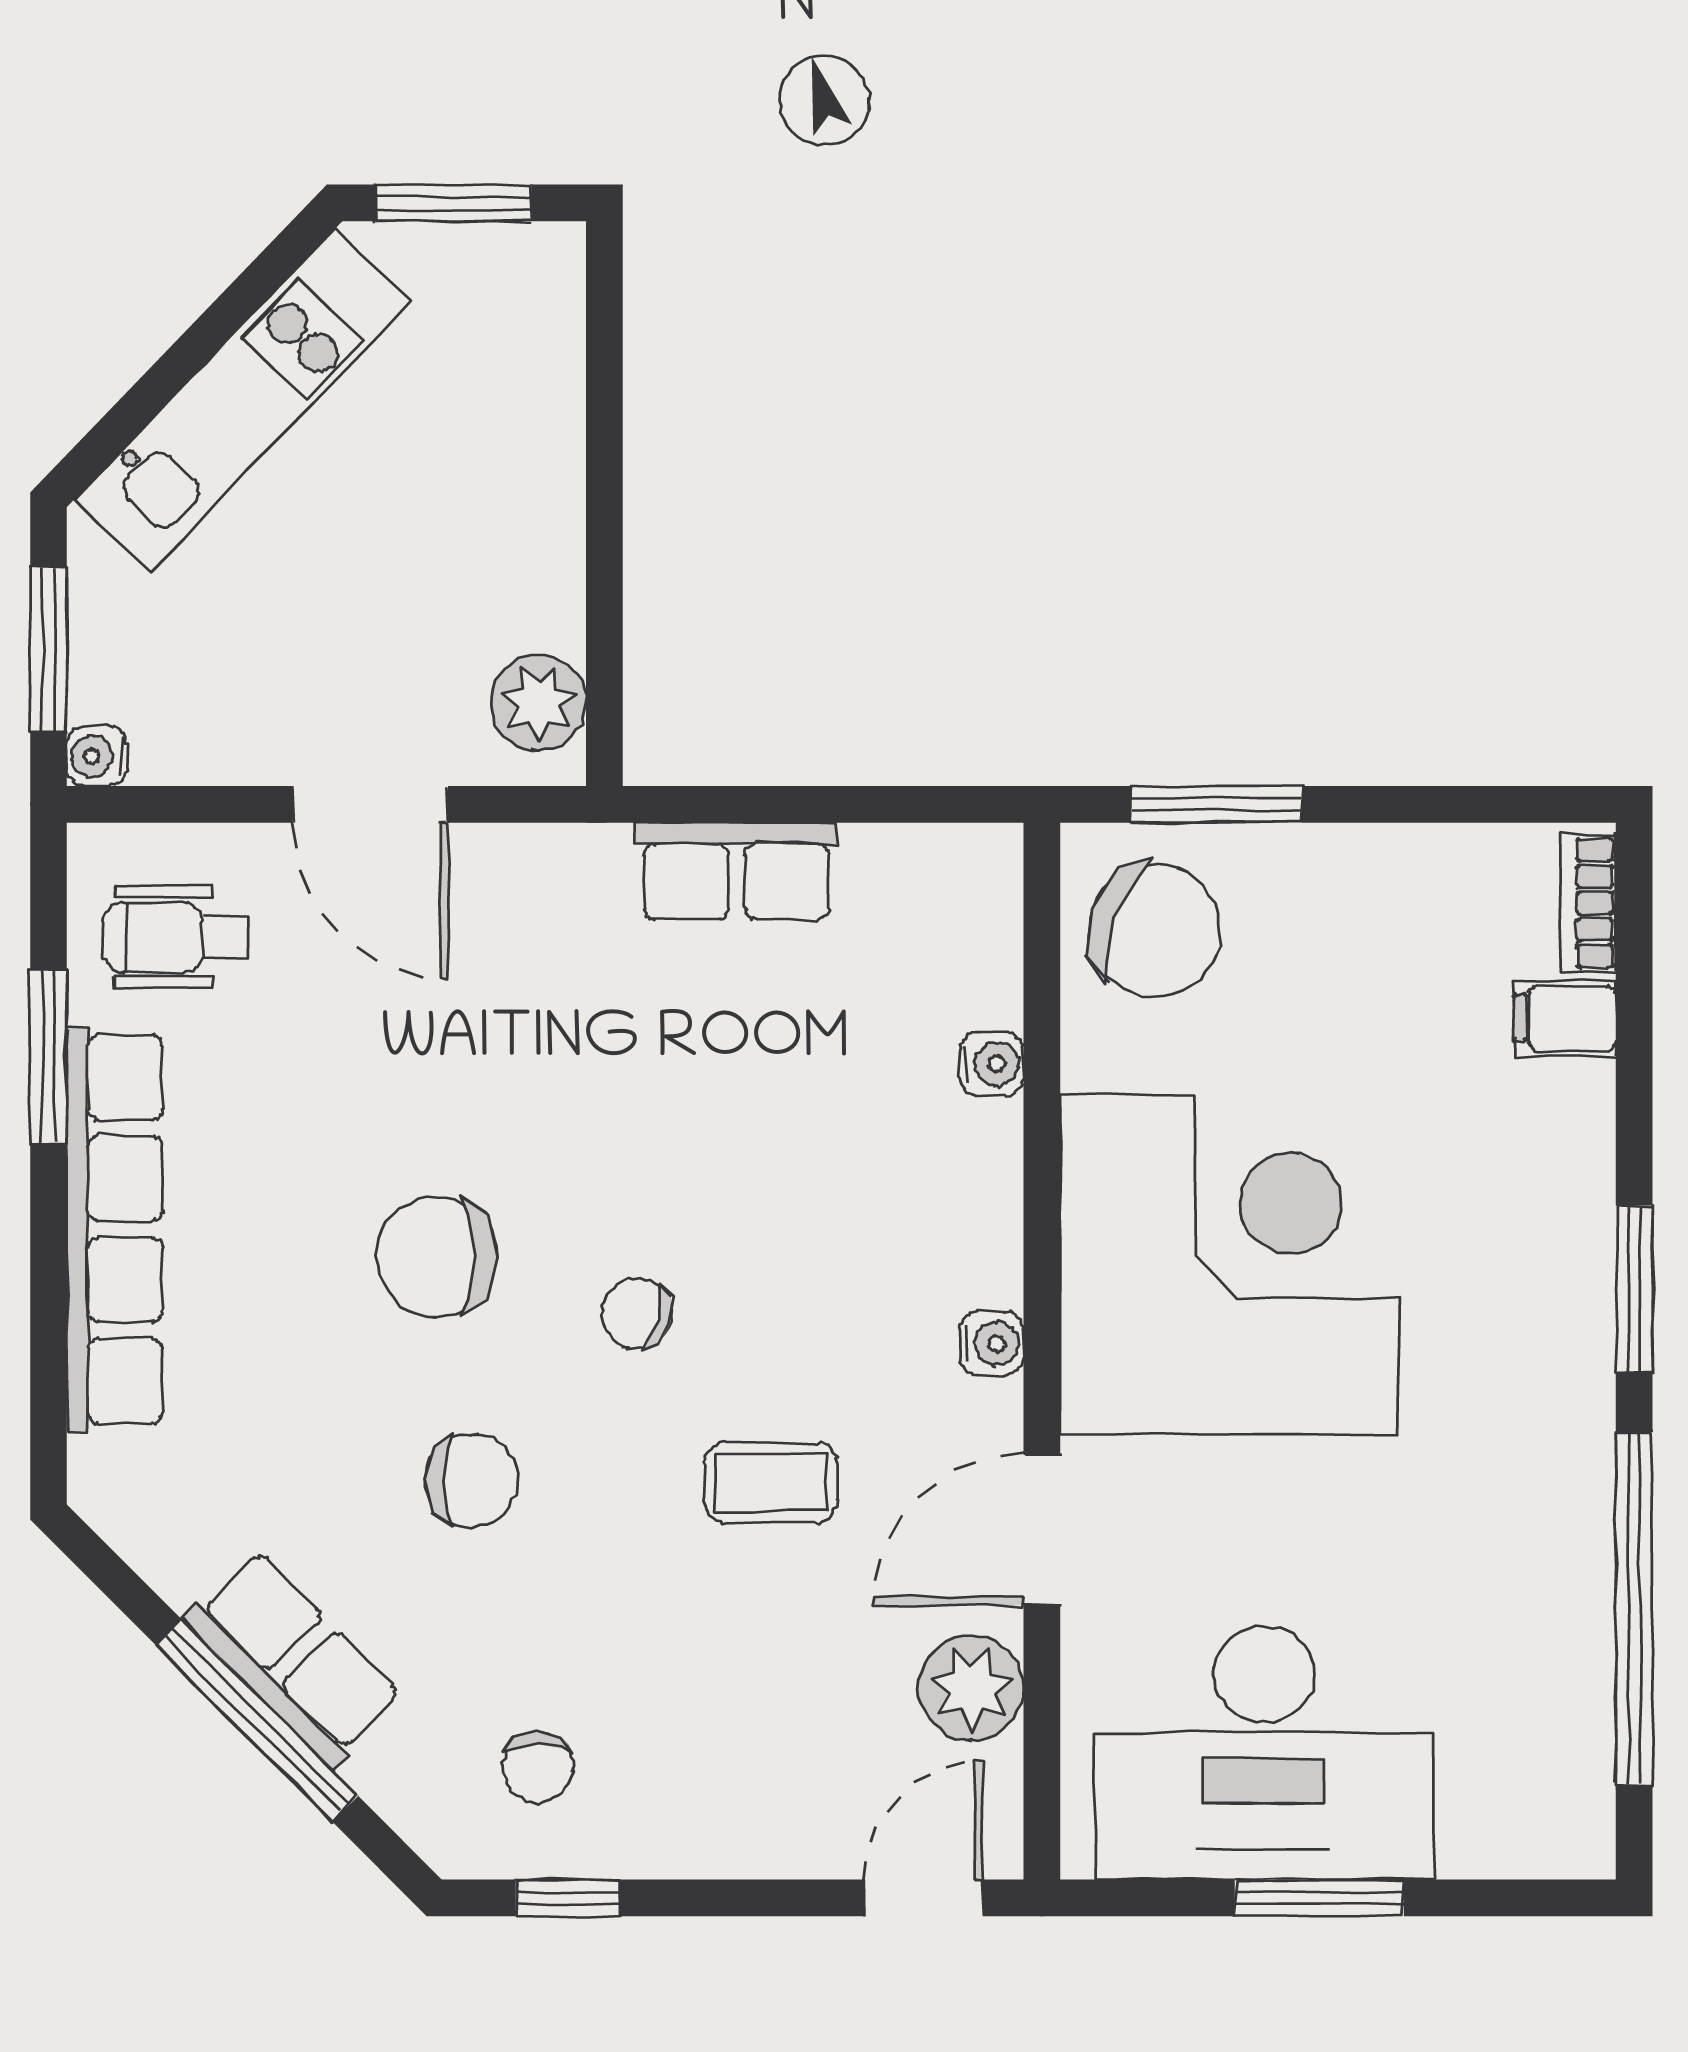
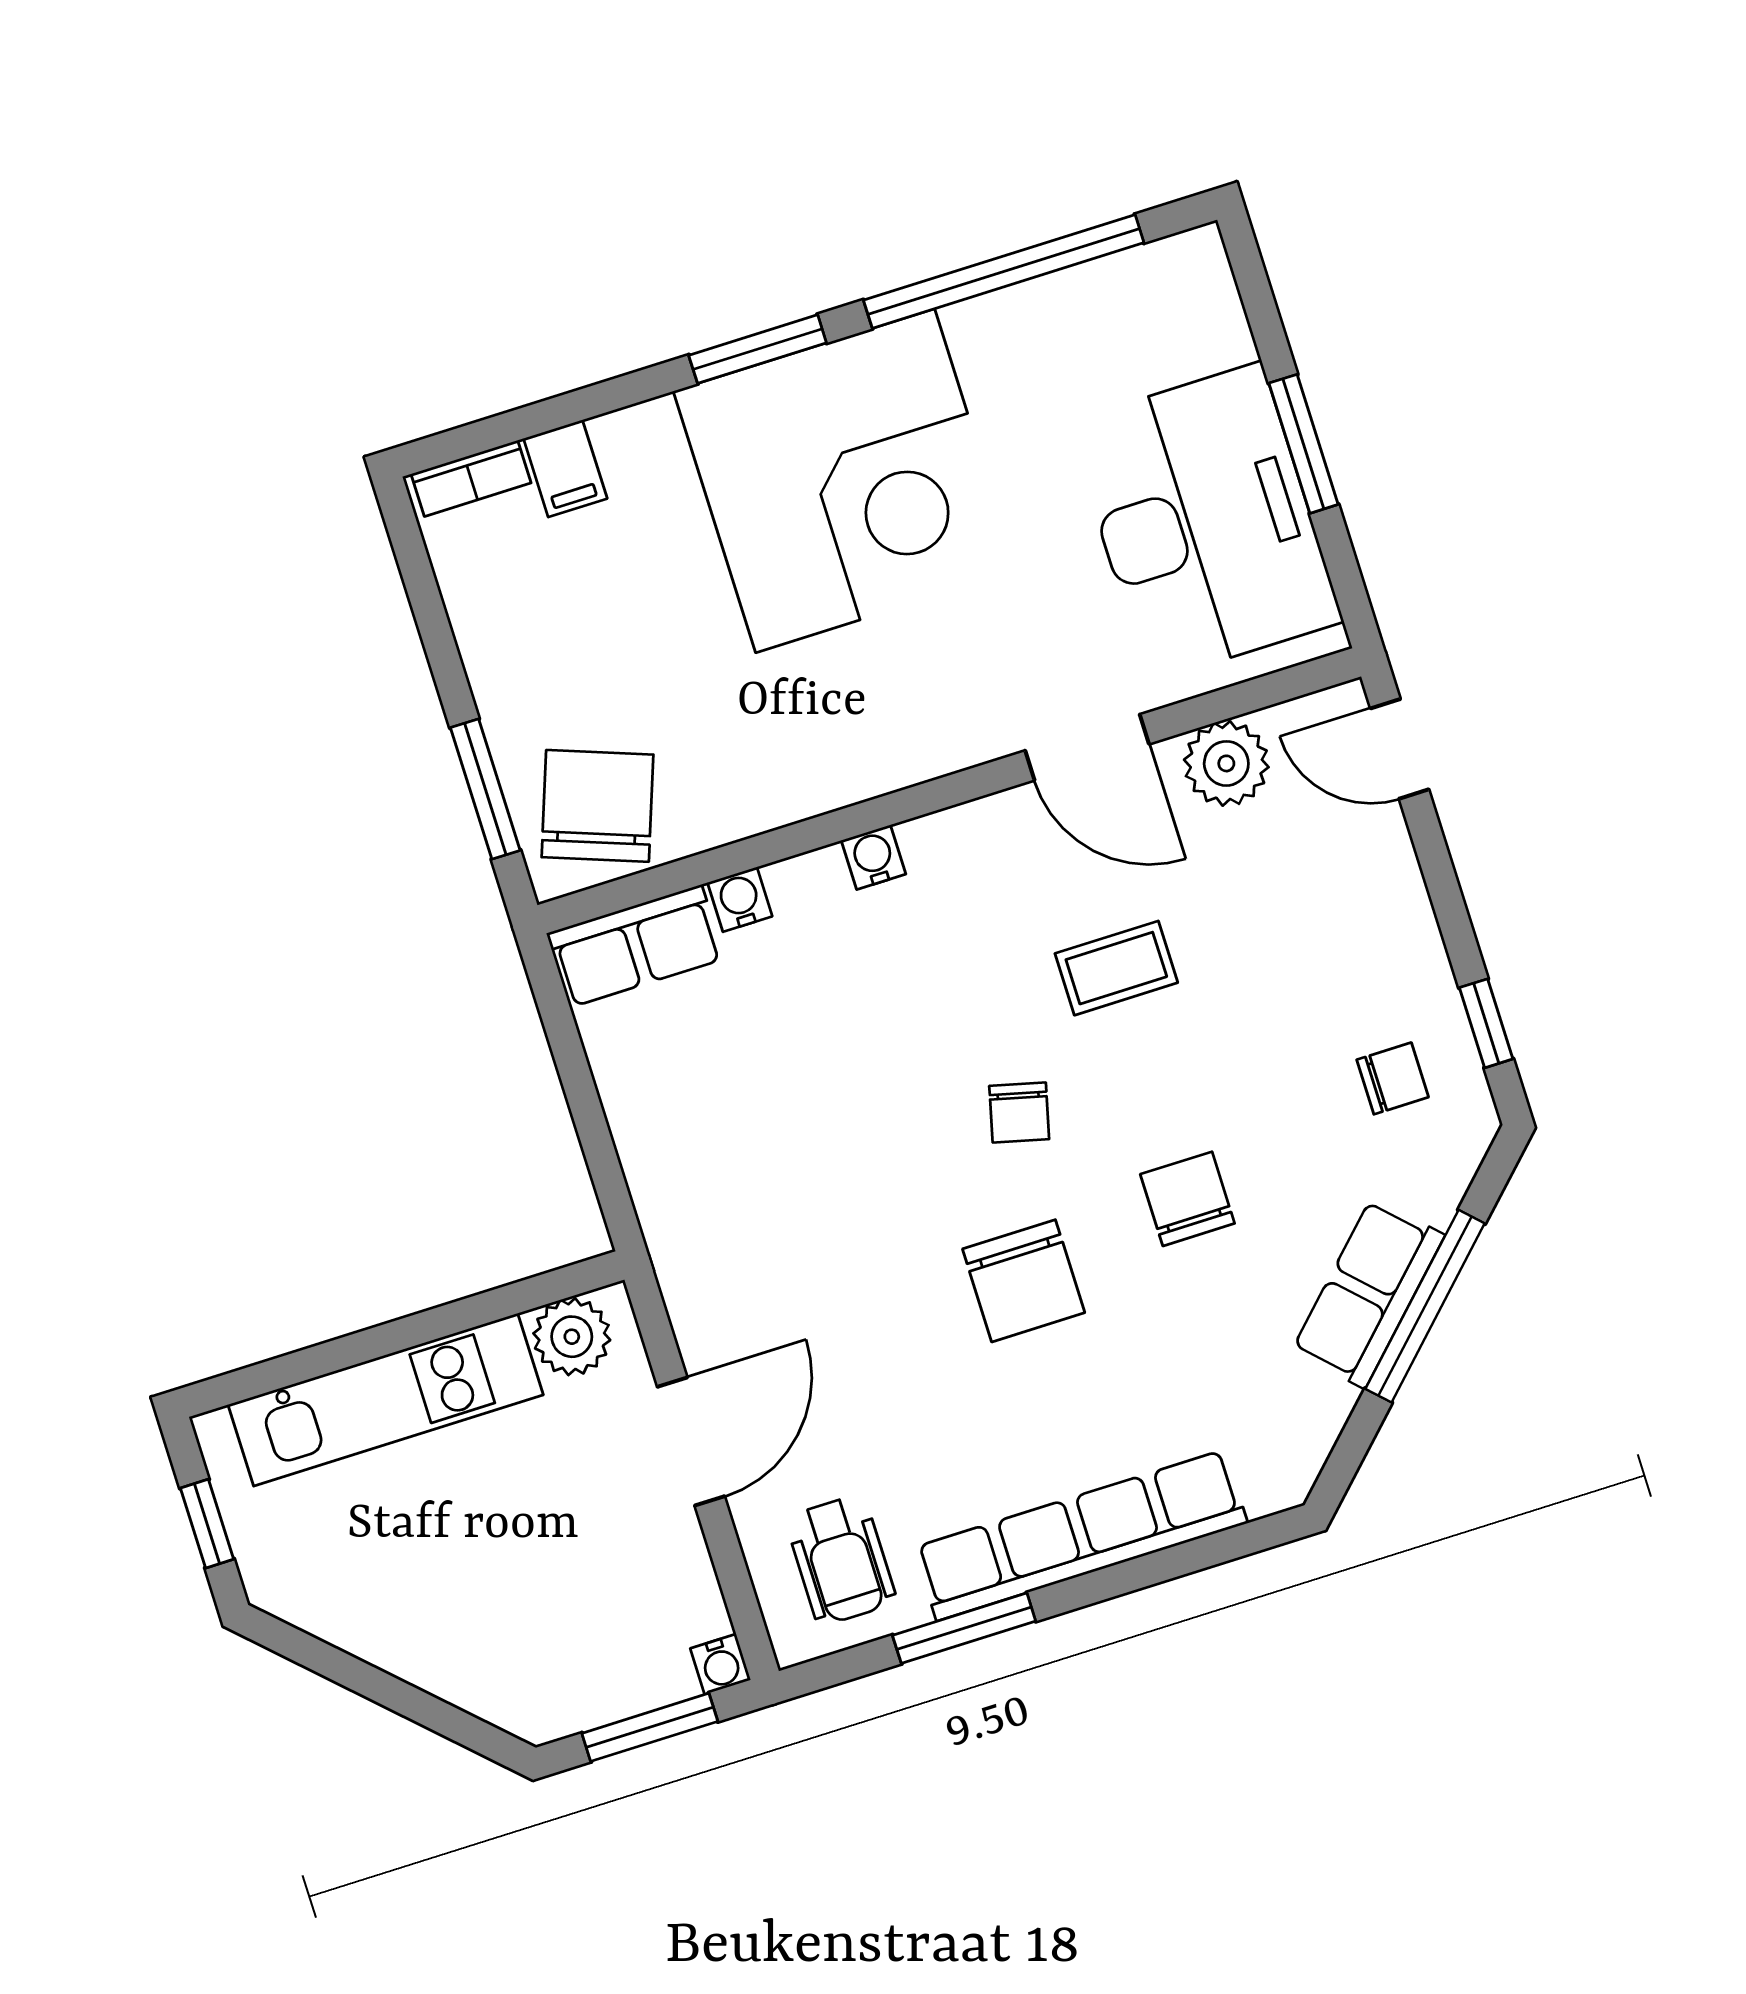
window: (453, 203) -> (207, 1524), width x0.67
kitchen unit: (243, 401) -> (386, 1400), moved, turned 136
row of seats: (736, 871) -> (636, 946), moved, turned 90
corner desk: (1230, 1264) -> (845, 481), moved, turned 180
water cooler: (992, 1344) -> (874, 857), moved
coffee table: (771, 1482) -> (1116, 968), turned 90

